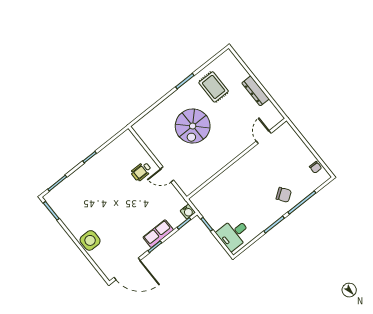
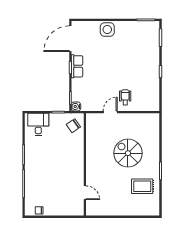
dresser: (255, 91) -> (118, 211), removed
chair: (284, 195) -> (73, 126), moved
row of seats: (158, 234) -> (77, 66), moved

